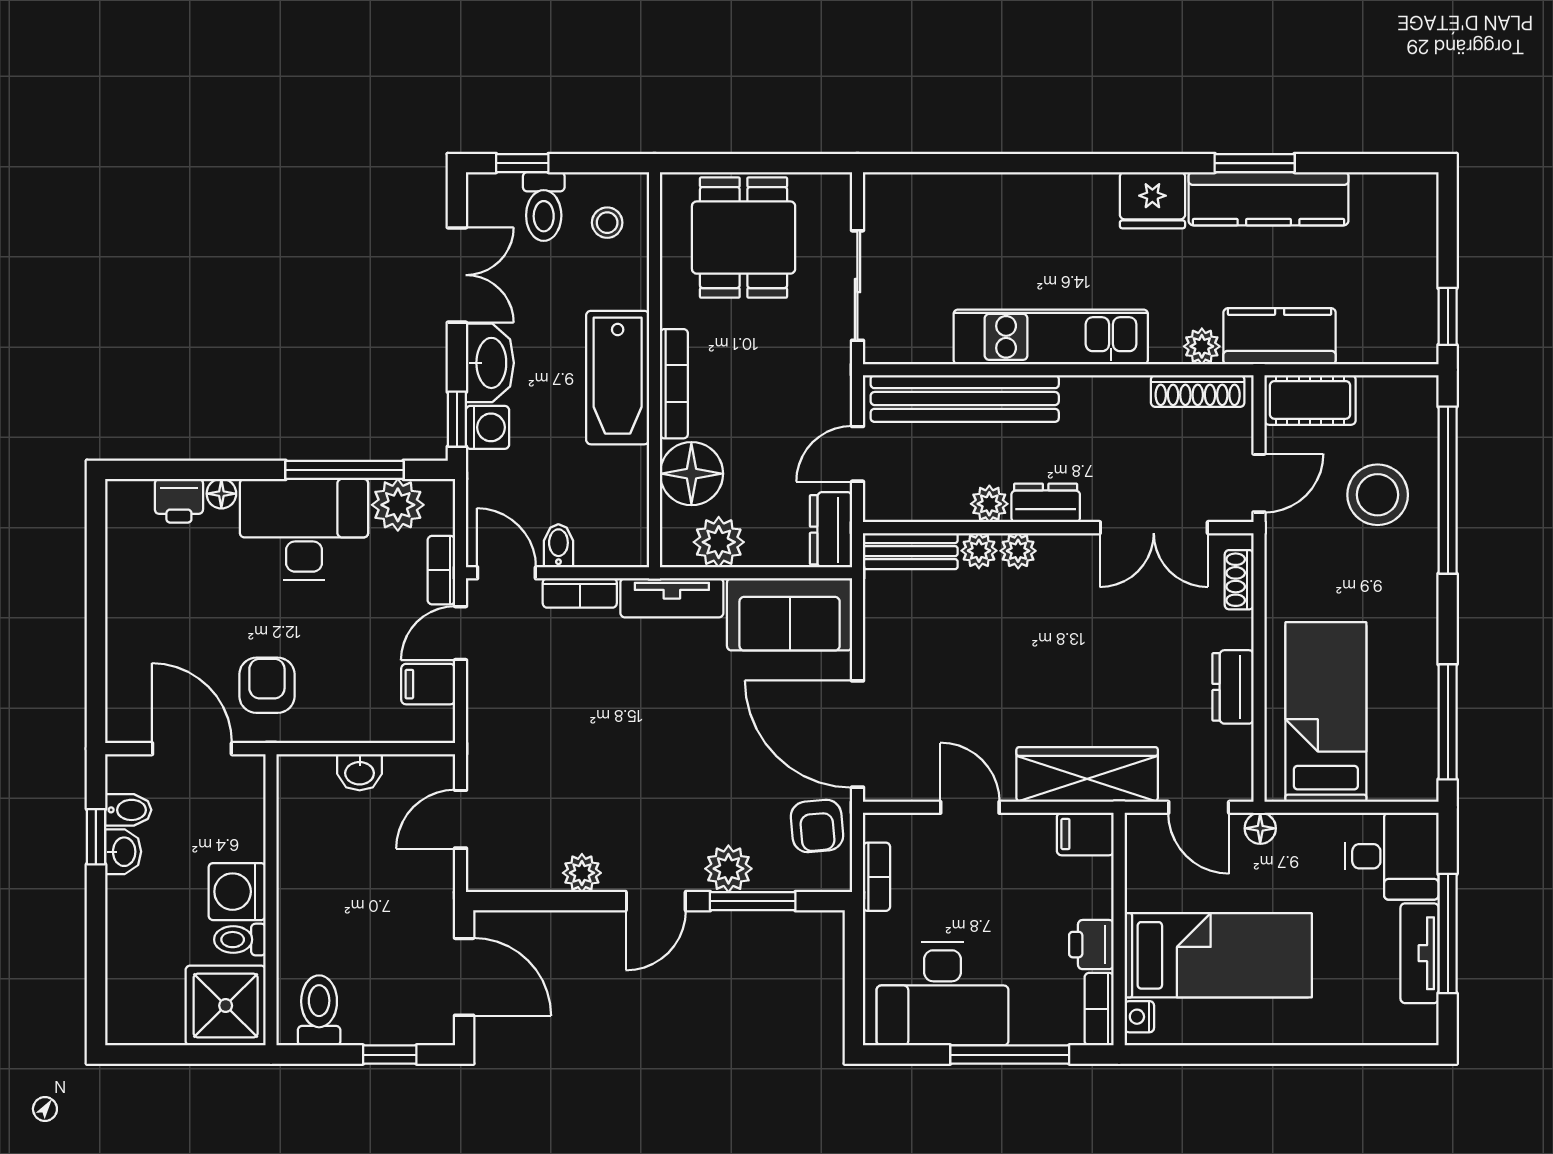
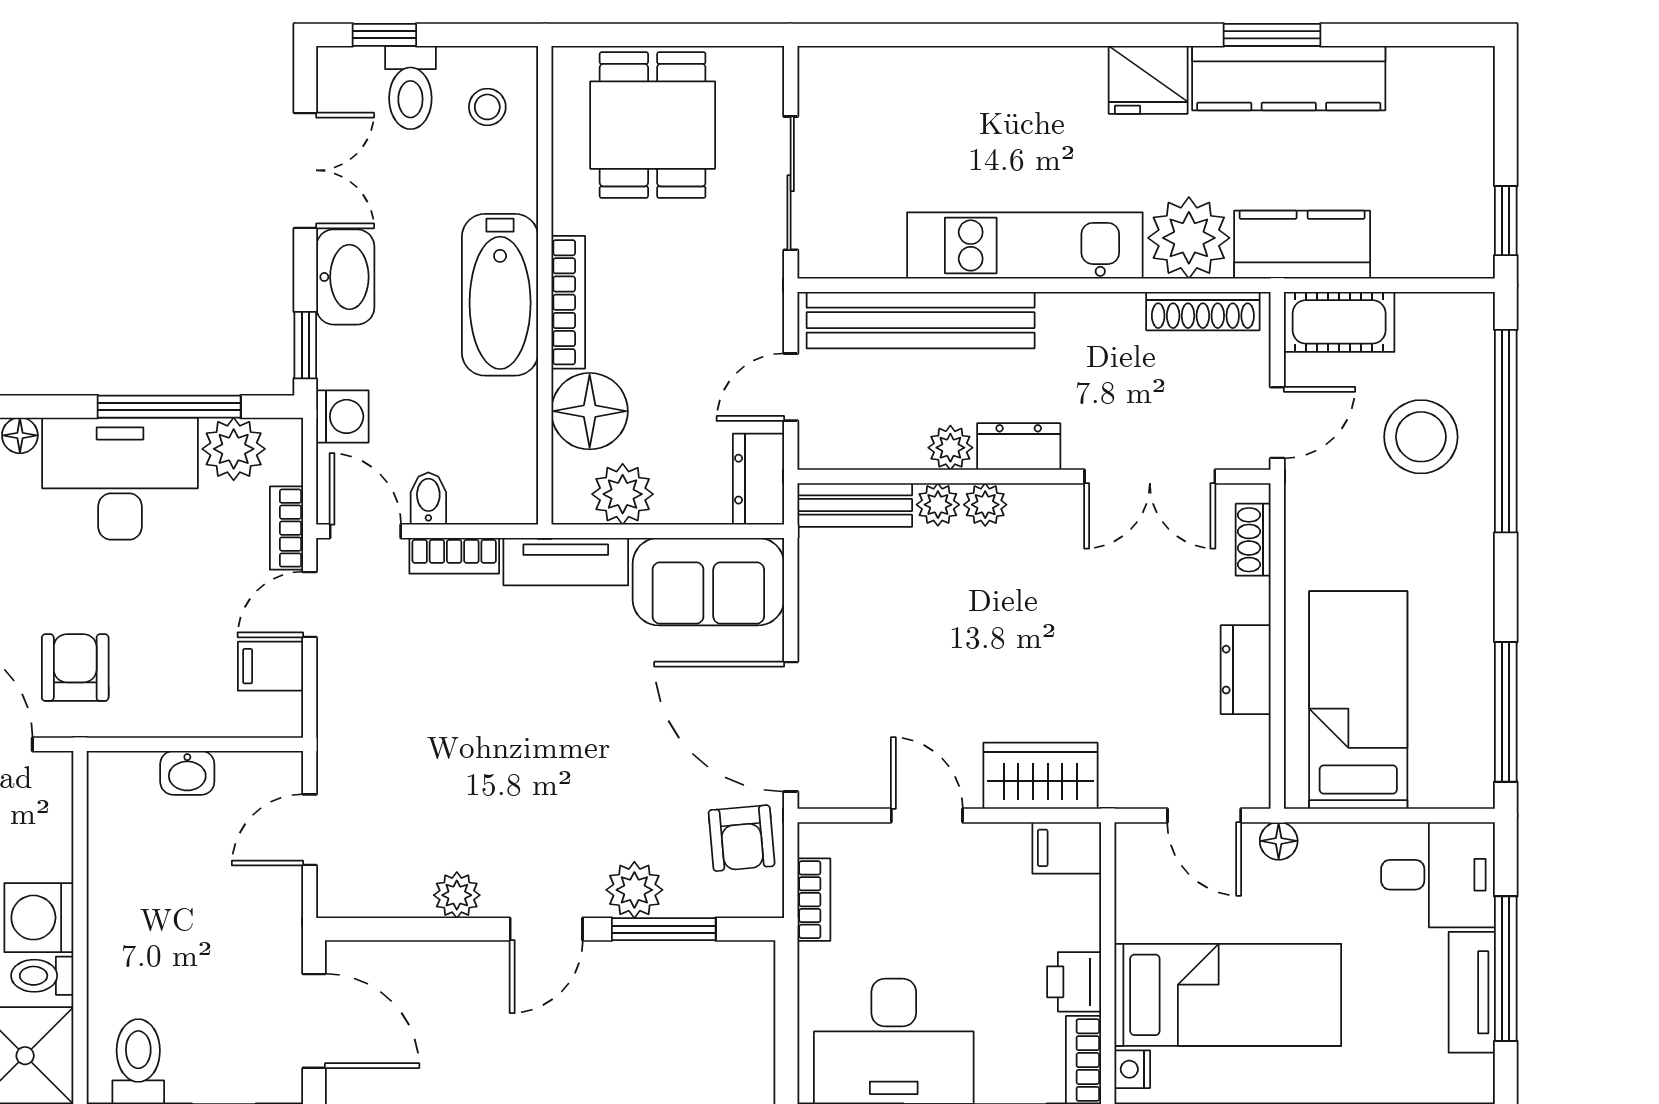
plant: (1202, 346) -> (1189, 238), width x1.88, depth x1.88
washing machine: (488, 427) -> (342, 416), moved
wardrobe: (1087, 775) -> (1040, 776), width x0.67

